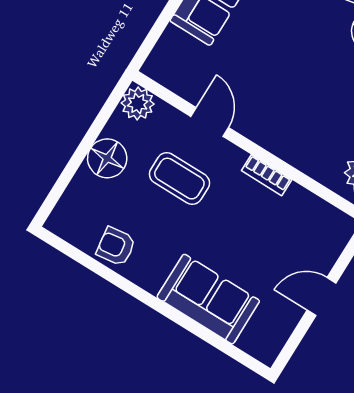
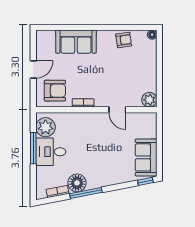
floor lamp: (107, 158) -> (152, 35), moved, width x0.53, depth x0.53
coffee table: (179, 179) -> (116, 81), removed
armchair: (305, 231) -> (55, 91), added

